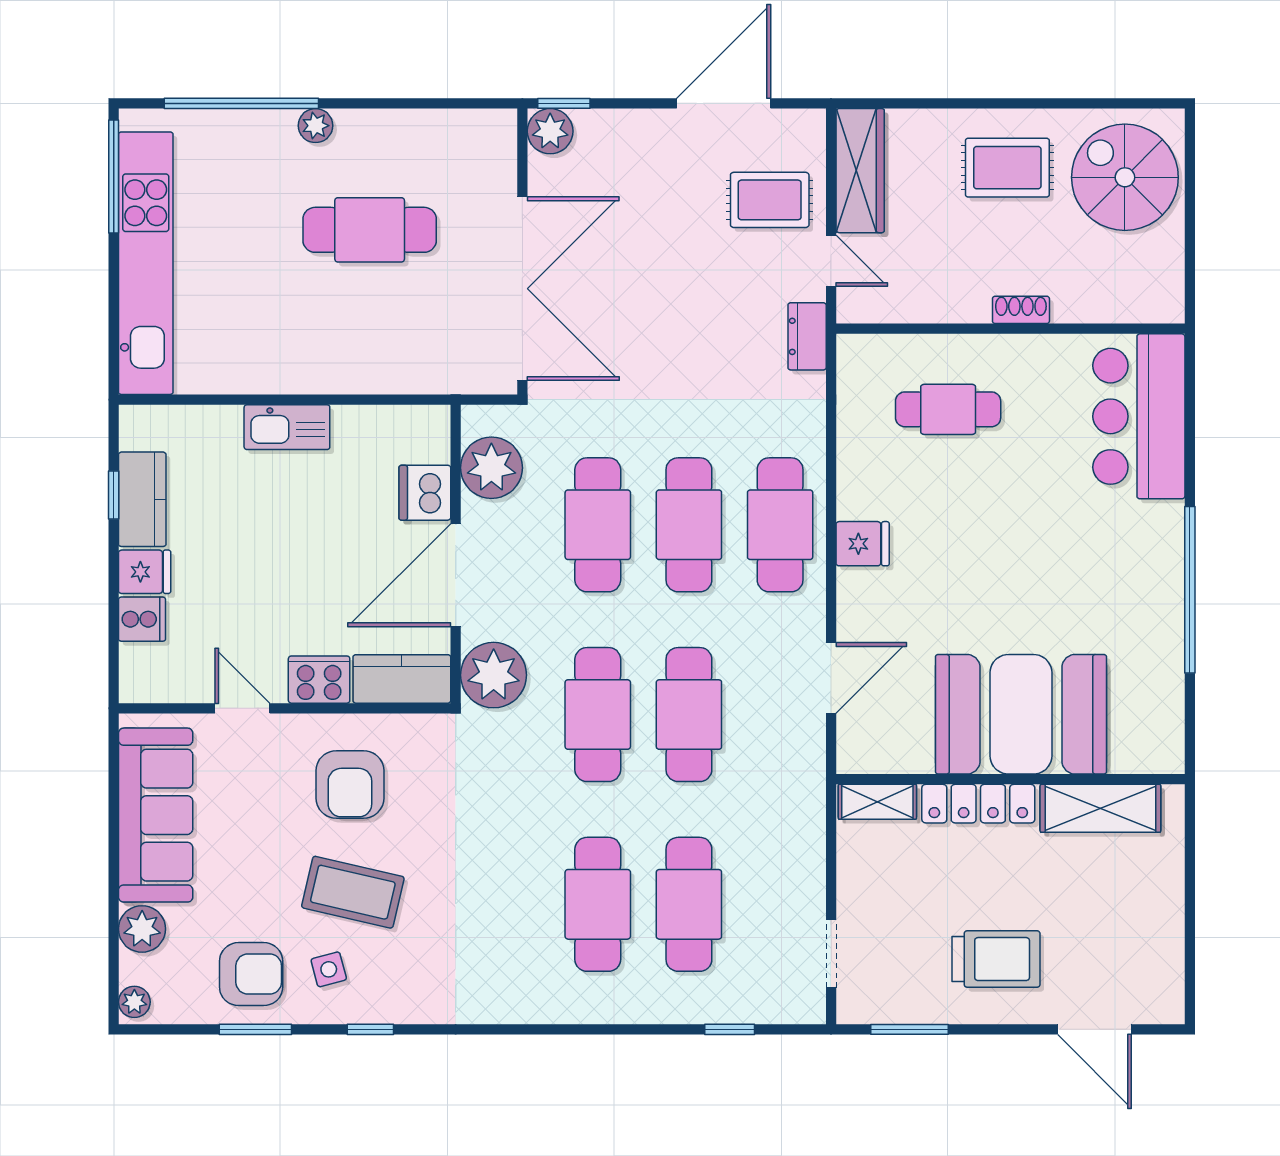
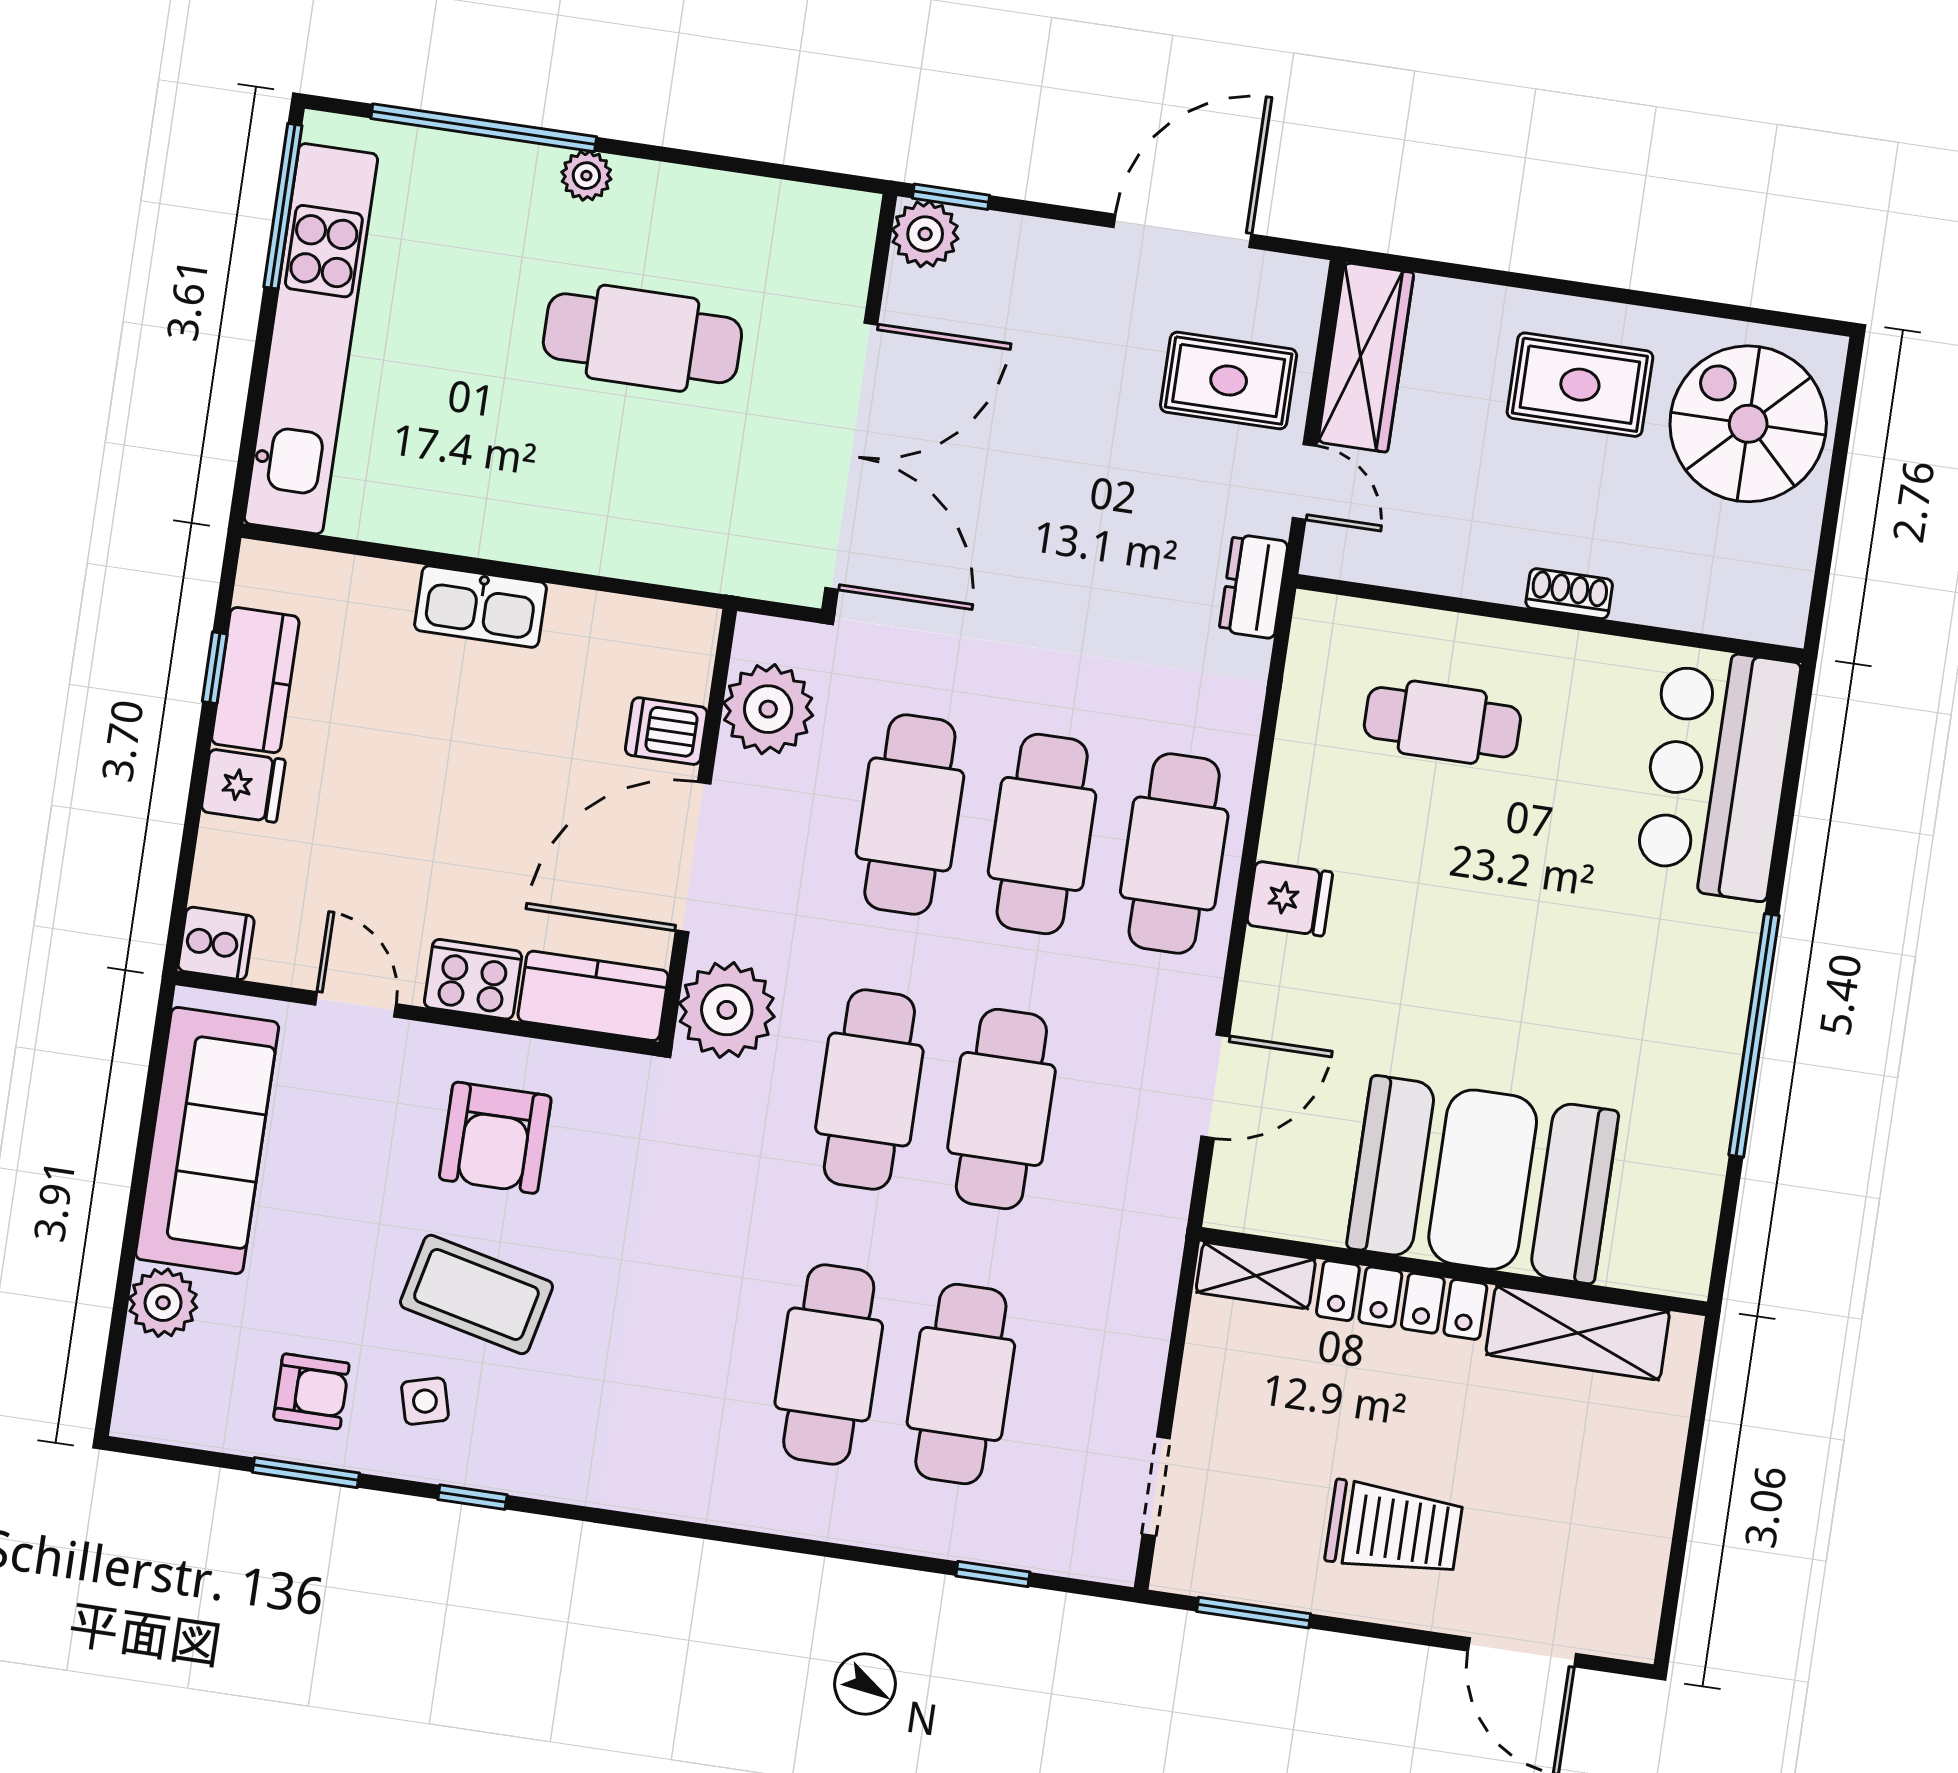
dishwasher: (425, 493) -> (666, 731), width x0.73
cooker: (142, 619) -> (216, 943), moved
armchair: (251, 974) -> (311, 1391), width x0.72, depth x0.72
plant: (134, 1002) -> (136, 1407), removed

